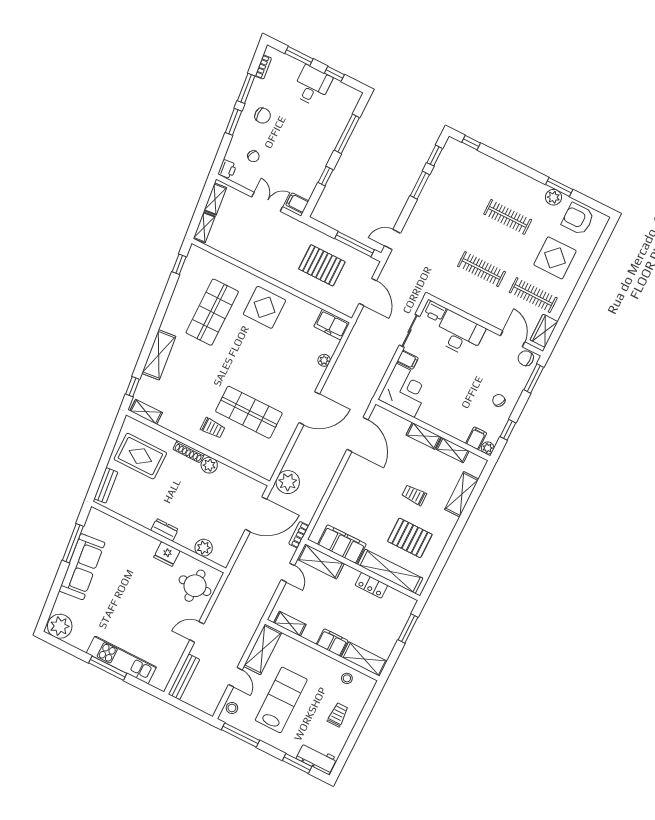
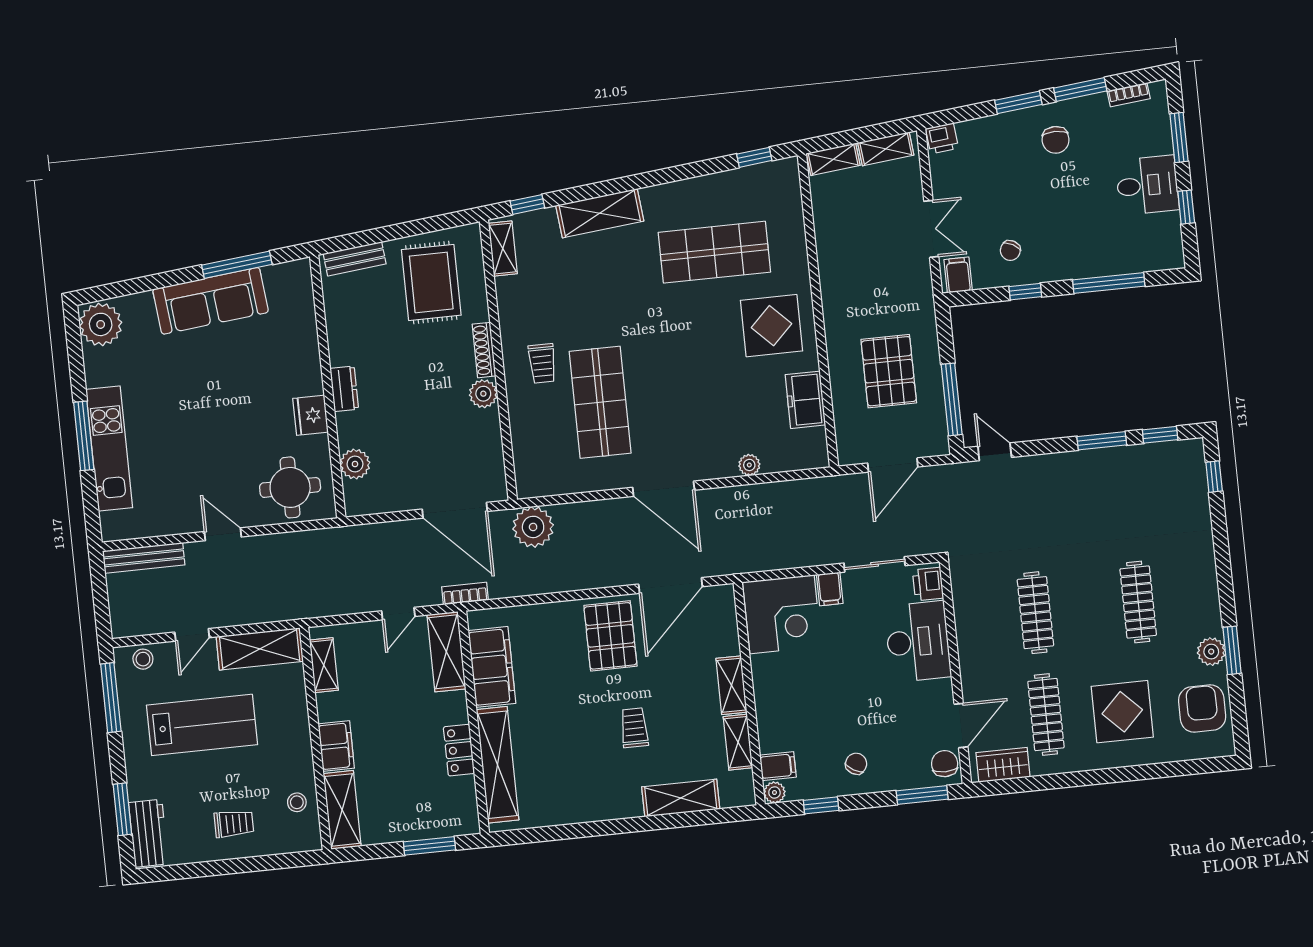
chair: (253, 156) -> (1010, 250), moved
freezer: (332, 325) -> (805, 400), moved
pallet: (410, 538) -> (610, 636), moved

